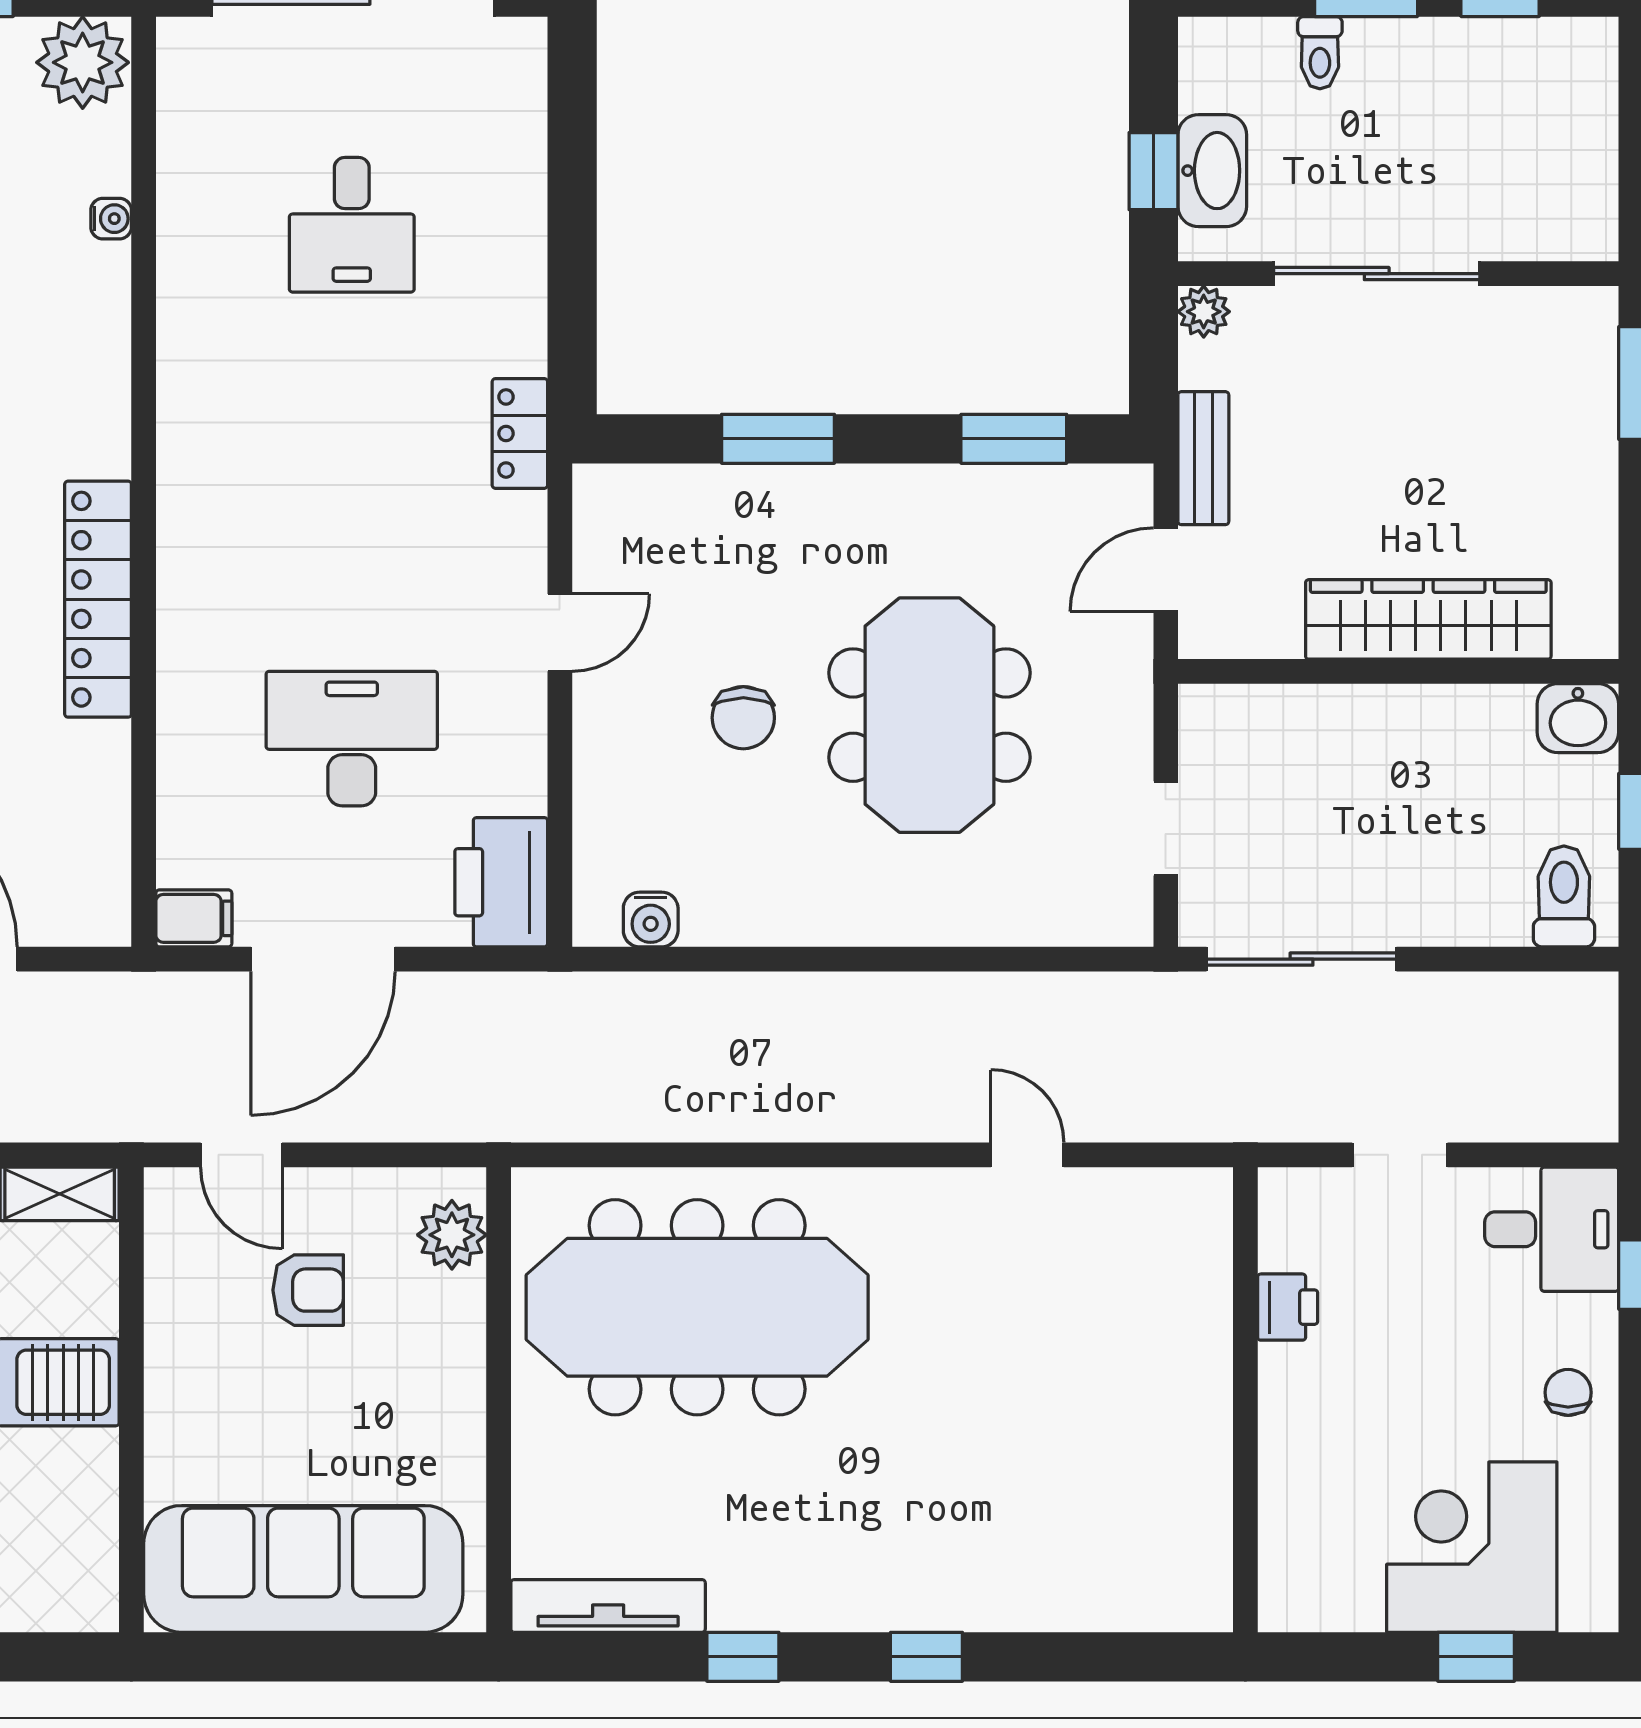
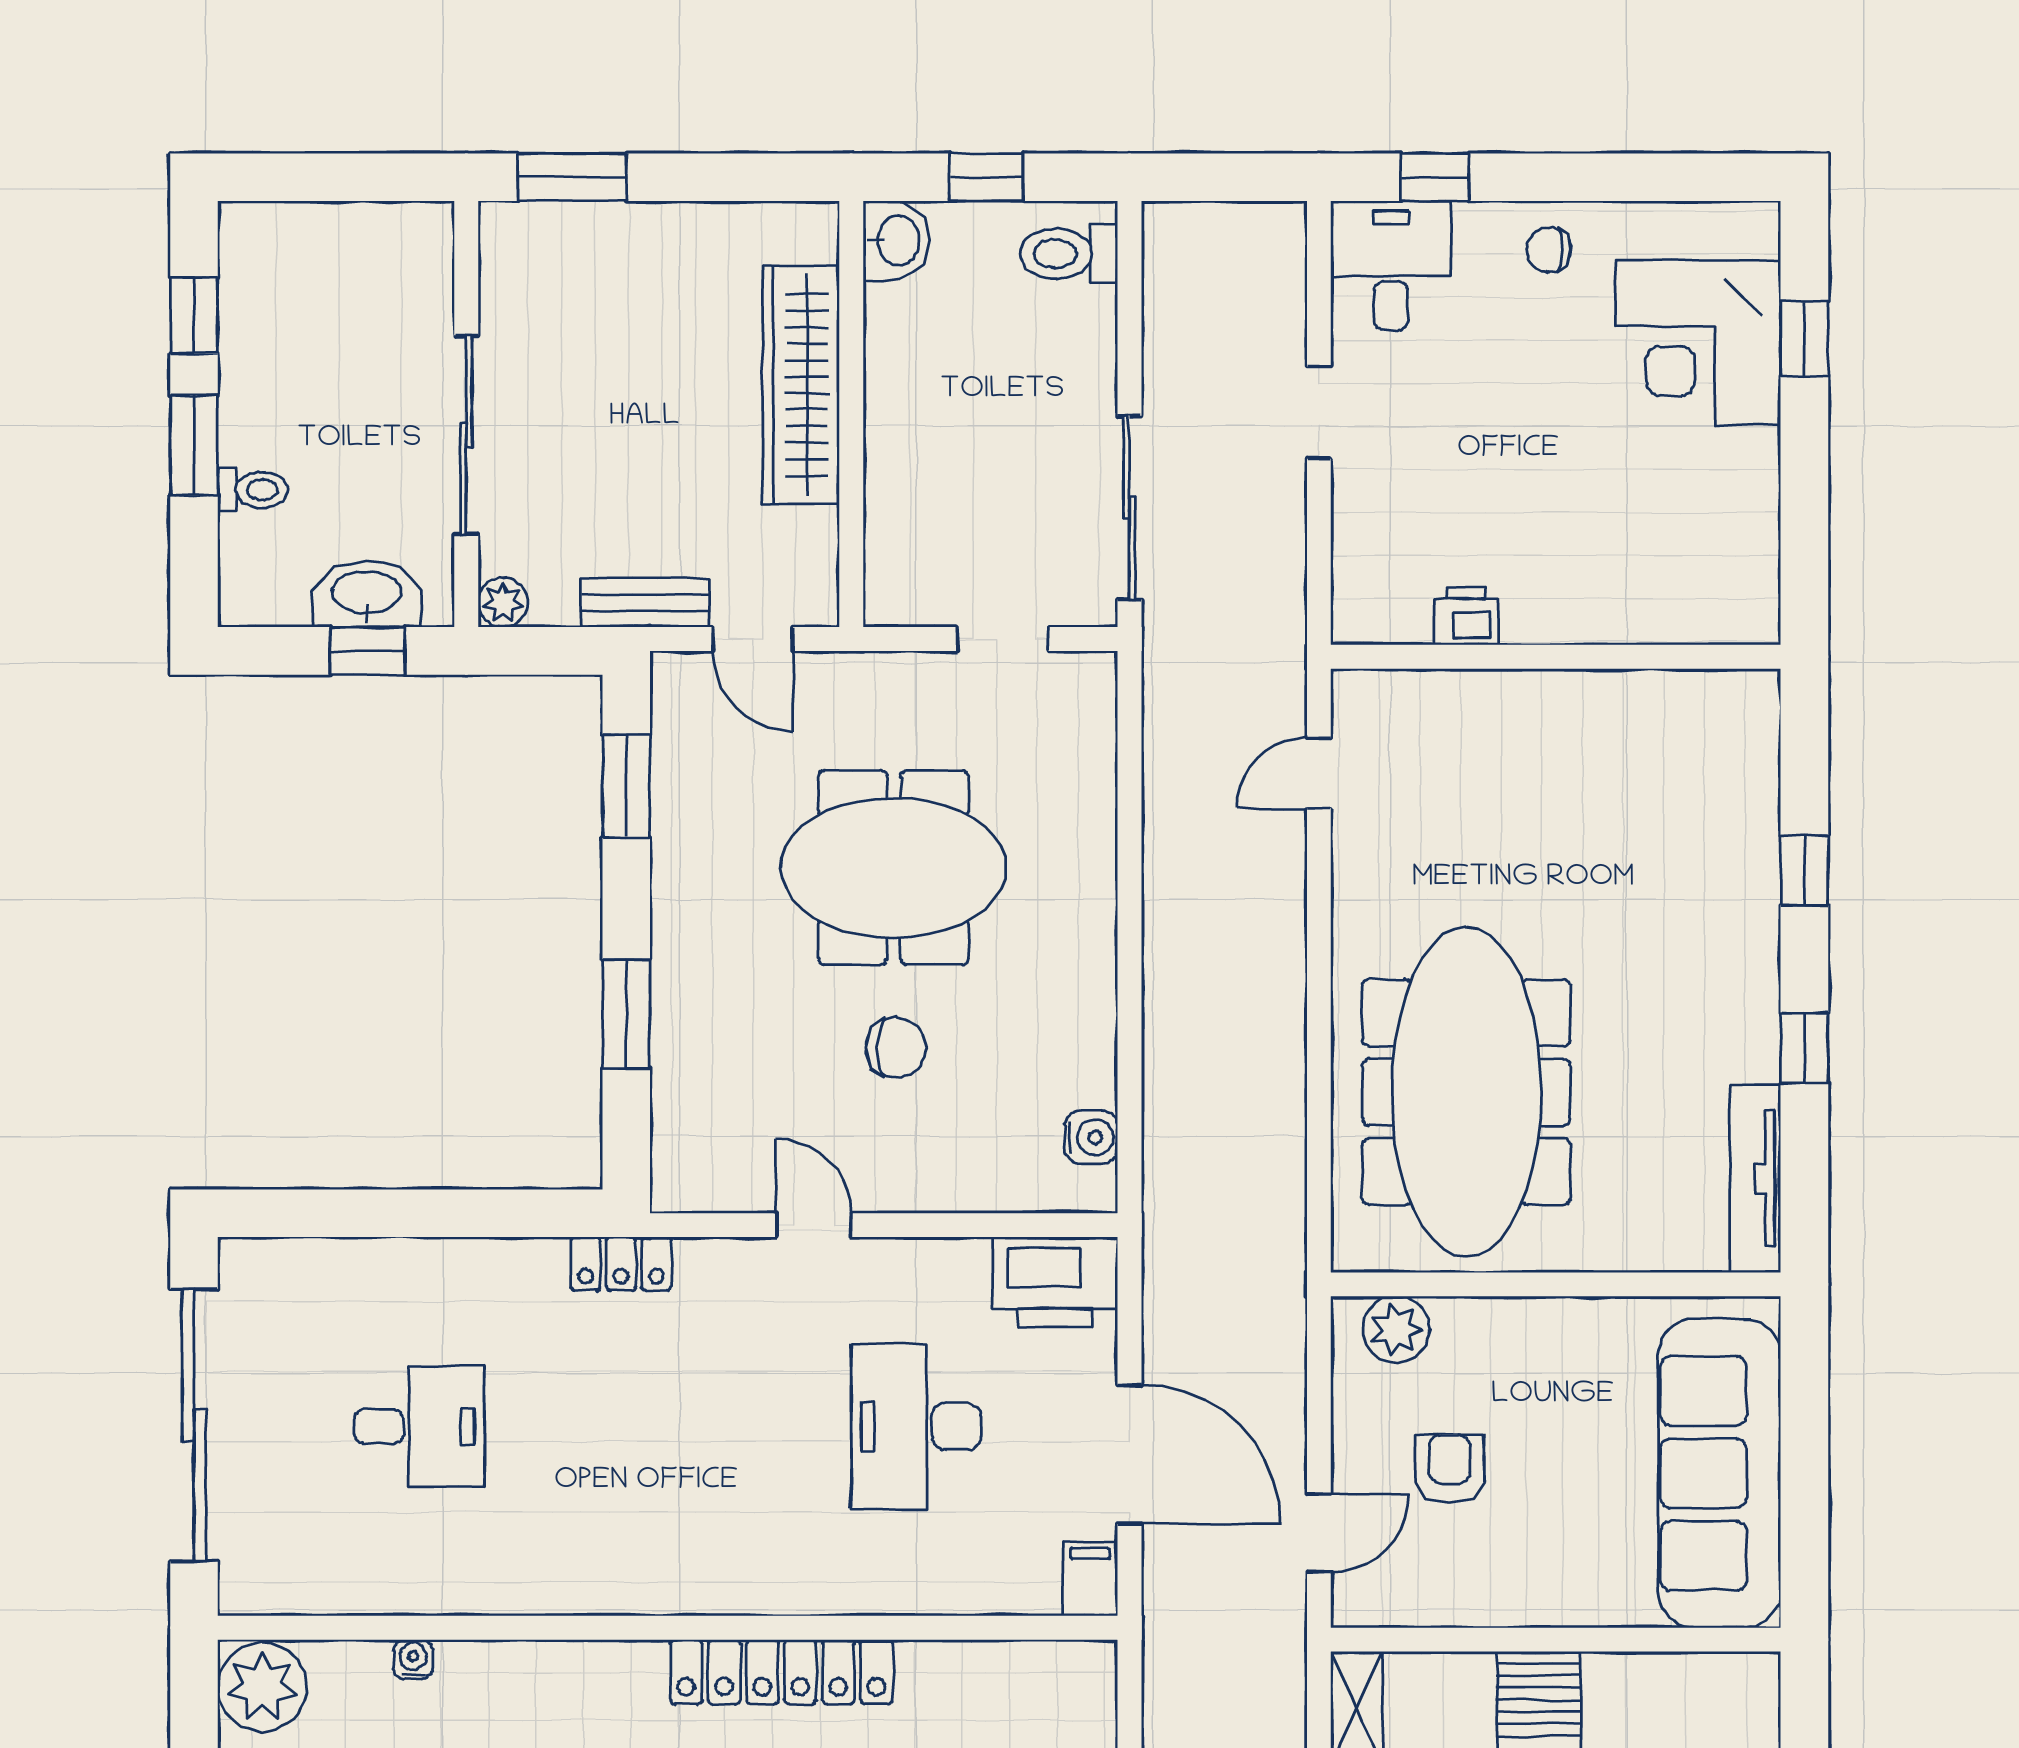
printer: (1288, 1307) -> (1466, 616), moved
wall: (1245, 1400) -> (1556, 657), moved

